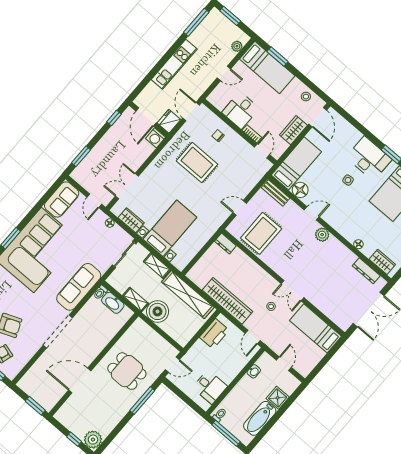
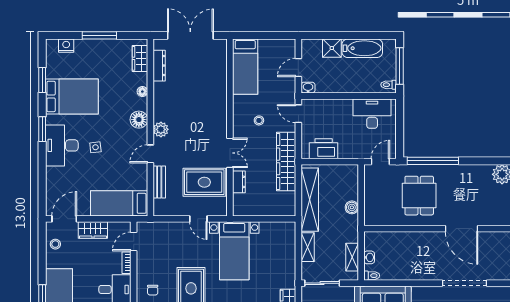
floor lamp: (300, 190) -> (139, 120), moved
bench: (276, 193) -> (159, 182), moved
door: (312, 213) -> (150, 154), hinge flipped
bed with nightstands: (170, 228) -> (234, 251), moved, turned -90
dresser: (225, 244) -> (239, 182), moved
double door: (293, 291) -> (230, 153), moved
shelving: (136, 300) -> (352, 257), moved
washbasin: (113, 303) -> (369, 257), width x0.52, depth x0.69
boiler: (158, 311) -> (352, 207), width x0.54, depth x0.54
doorway: (58, 332) -> (464, 283), moved
door: (253, 337) -> (298, 114), swing flipped
door: (172, 365) -> (380, 162), hinge flipped
washbasin: (254, 371) -> (308, 88), moved
desk: (210, 387) -> (372, 114), width x1.37
window: (142, 401) -> (433, 161), width x1.46

